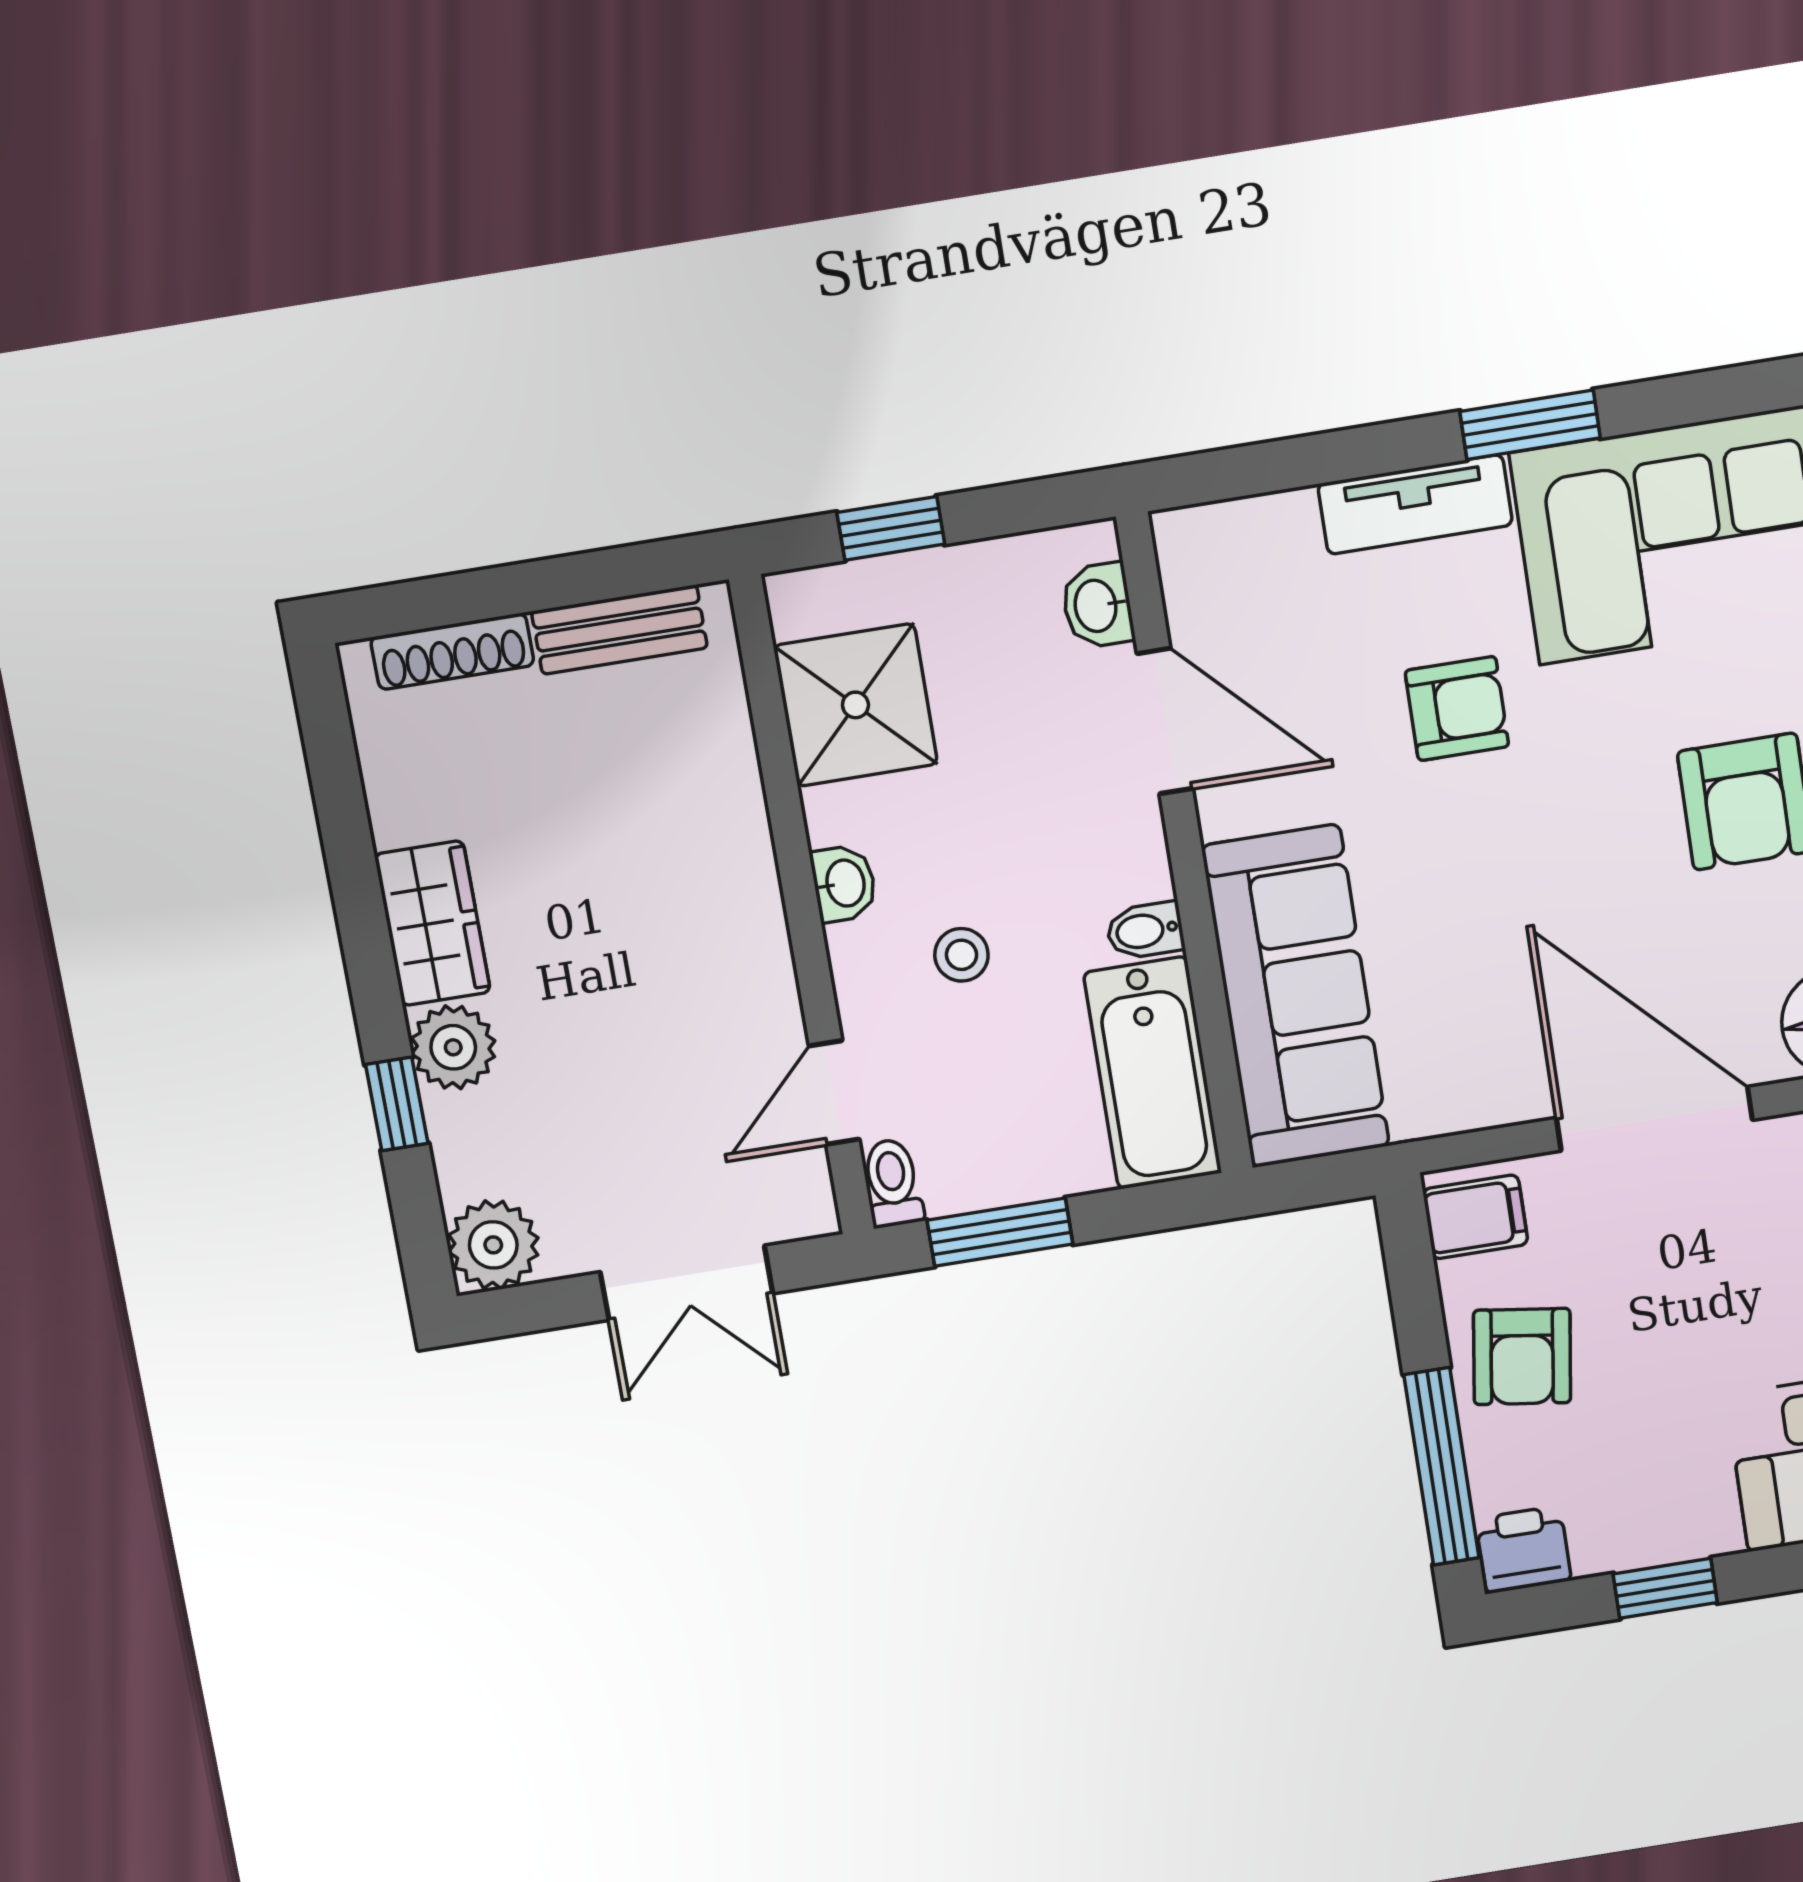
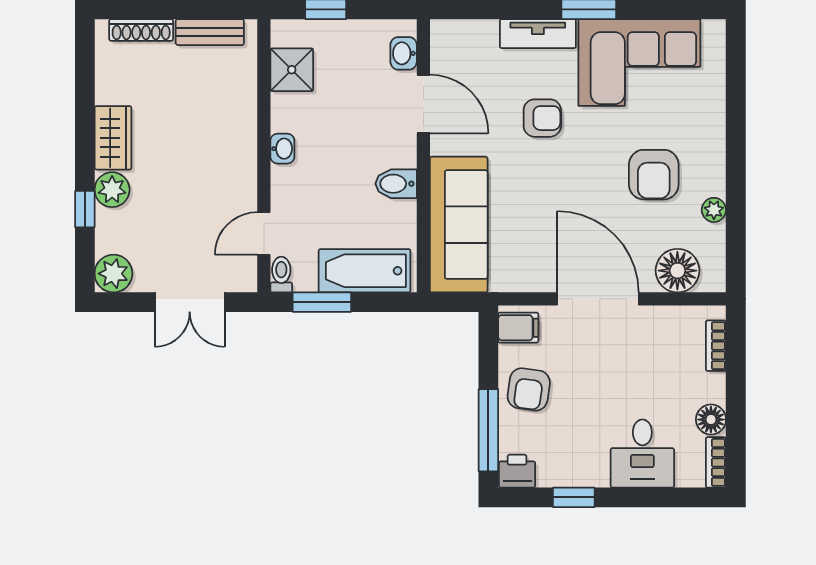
shower: (855, 705) -> (292, 70), width x0.73, depth x0.73
bidet: (1145, 931) -> (396, 184), width x1.38, depth x1.36
stool: (961, 955) -> (325, 185), removed
bathtub: (1153, 1073) -> (365, 271), moved, turned 90

